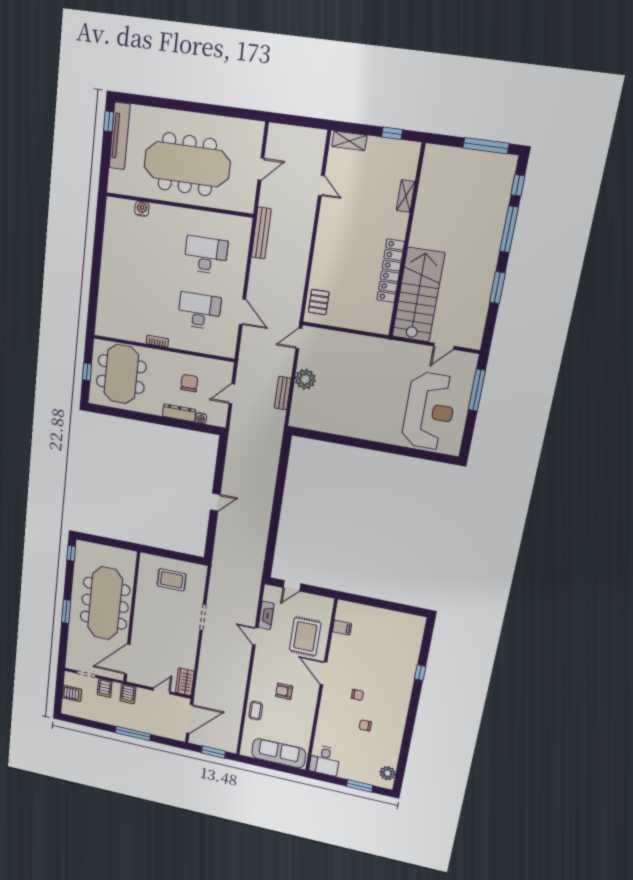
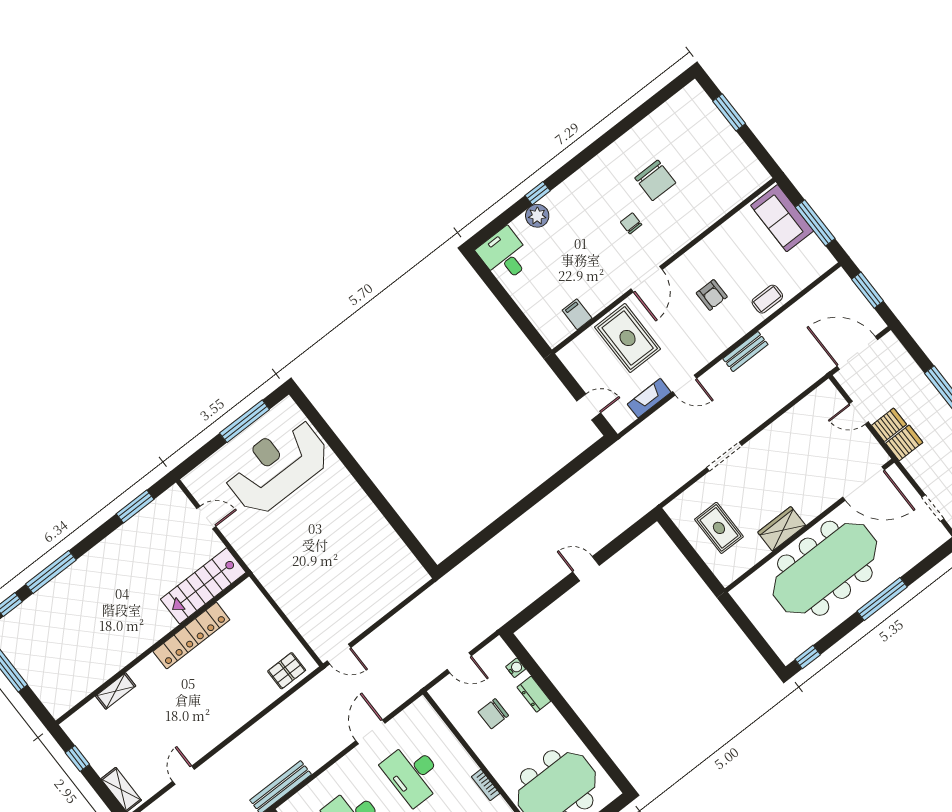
window: (497, 288) -> (135, 506), moved
stairs: (418, 295) -> (203, 586), width x0.73, depth x0.66
plant: (305, 379) -> (370, 609), removed
window: (477, 390) -> (245, 421), moved
bench: (283, 393) -> (745, 352), moved
dresser: (179, 413) -> (534, 694), width x0.70
window: (66, 611) -> (882, 599), width x1.44
door: (255, 636) -> (685, 385), hinge flipped
rug: (305, 637) -> (628, 338), turned 90
wardrobe: (185, 682) -> (782, 529), moved, turned 180
server rack: (105, 688) -> (889, 425), moved
chair: (365, 725) -> (655, 180), width x1.87, depth x1.87
sofa: (279, 753) -> (782, 218), width x0.73
desk: (325, 760) -> (505, 255), moved, turned -90
window: (268, 765) -> (815, 223), added
plant: (387, 773) -> (537, 216), moved

